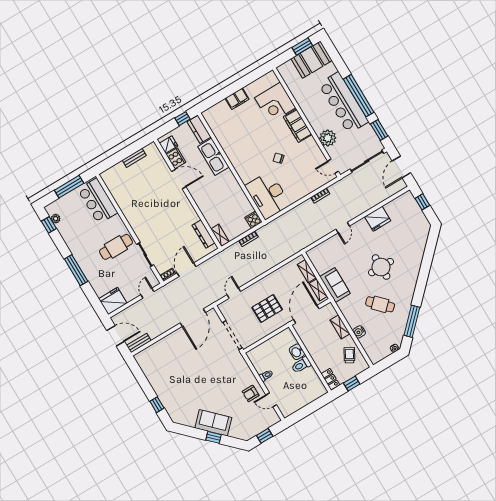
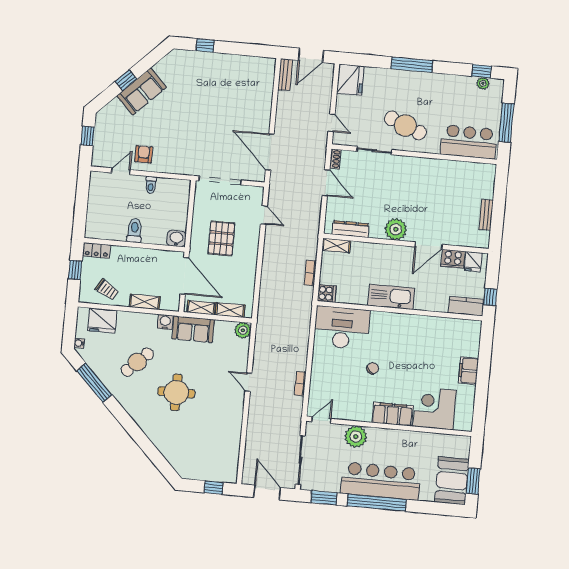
kitchen sink: (213, 157) -> (391, 297), moved
plant: (184, 206) -> (396, 229), added
fridge: (378, 219) -> (102, 321), moved, turned -90
cafe table: (116, 247) -> (405, 126), turned -68
plant: (313, 254) -> (243, 330), added
water cooler: (359, 332) -> (165, 322), moved
washbasin: (297, 352) -> (176, 239), moved

